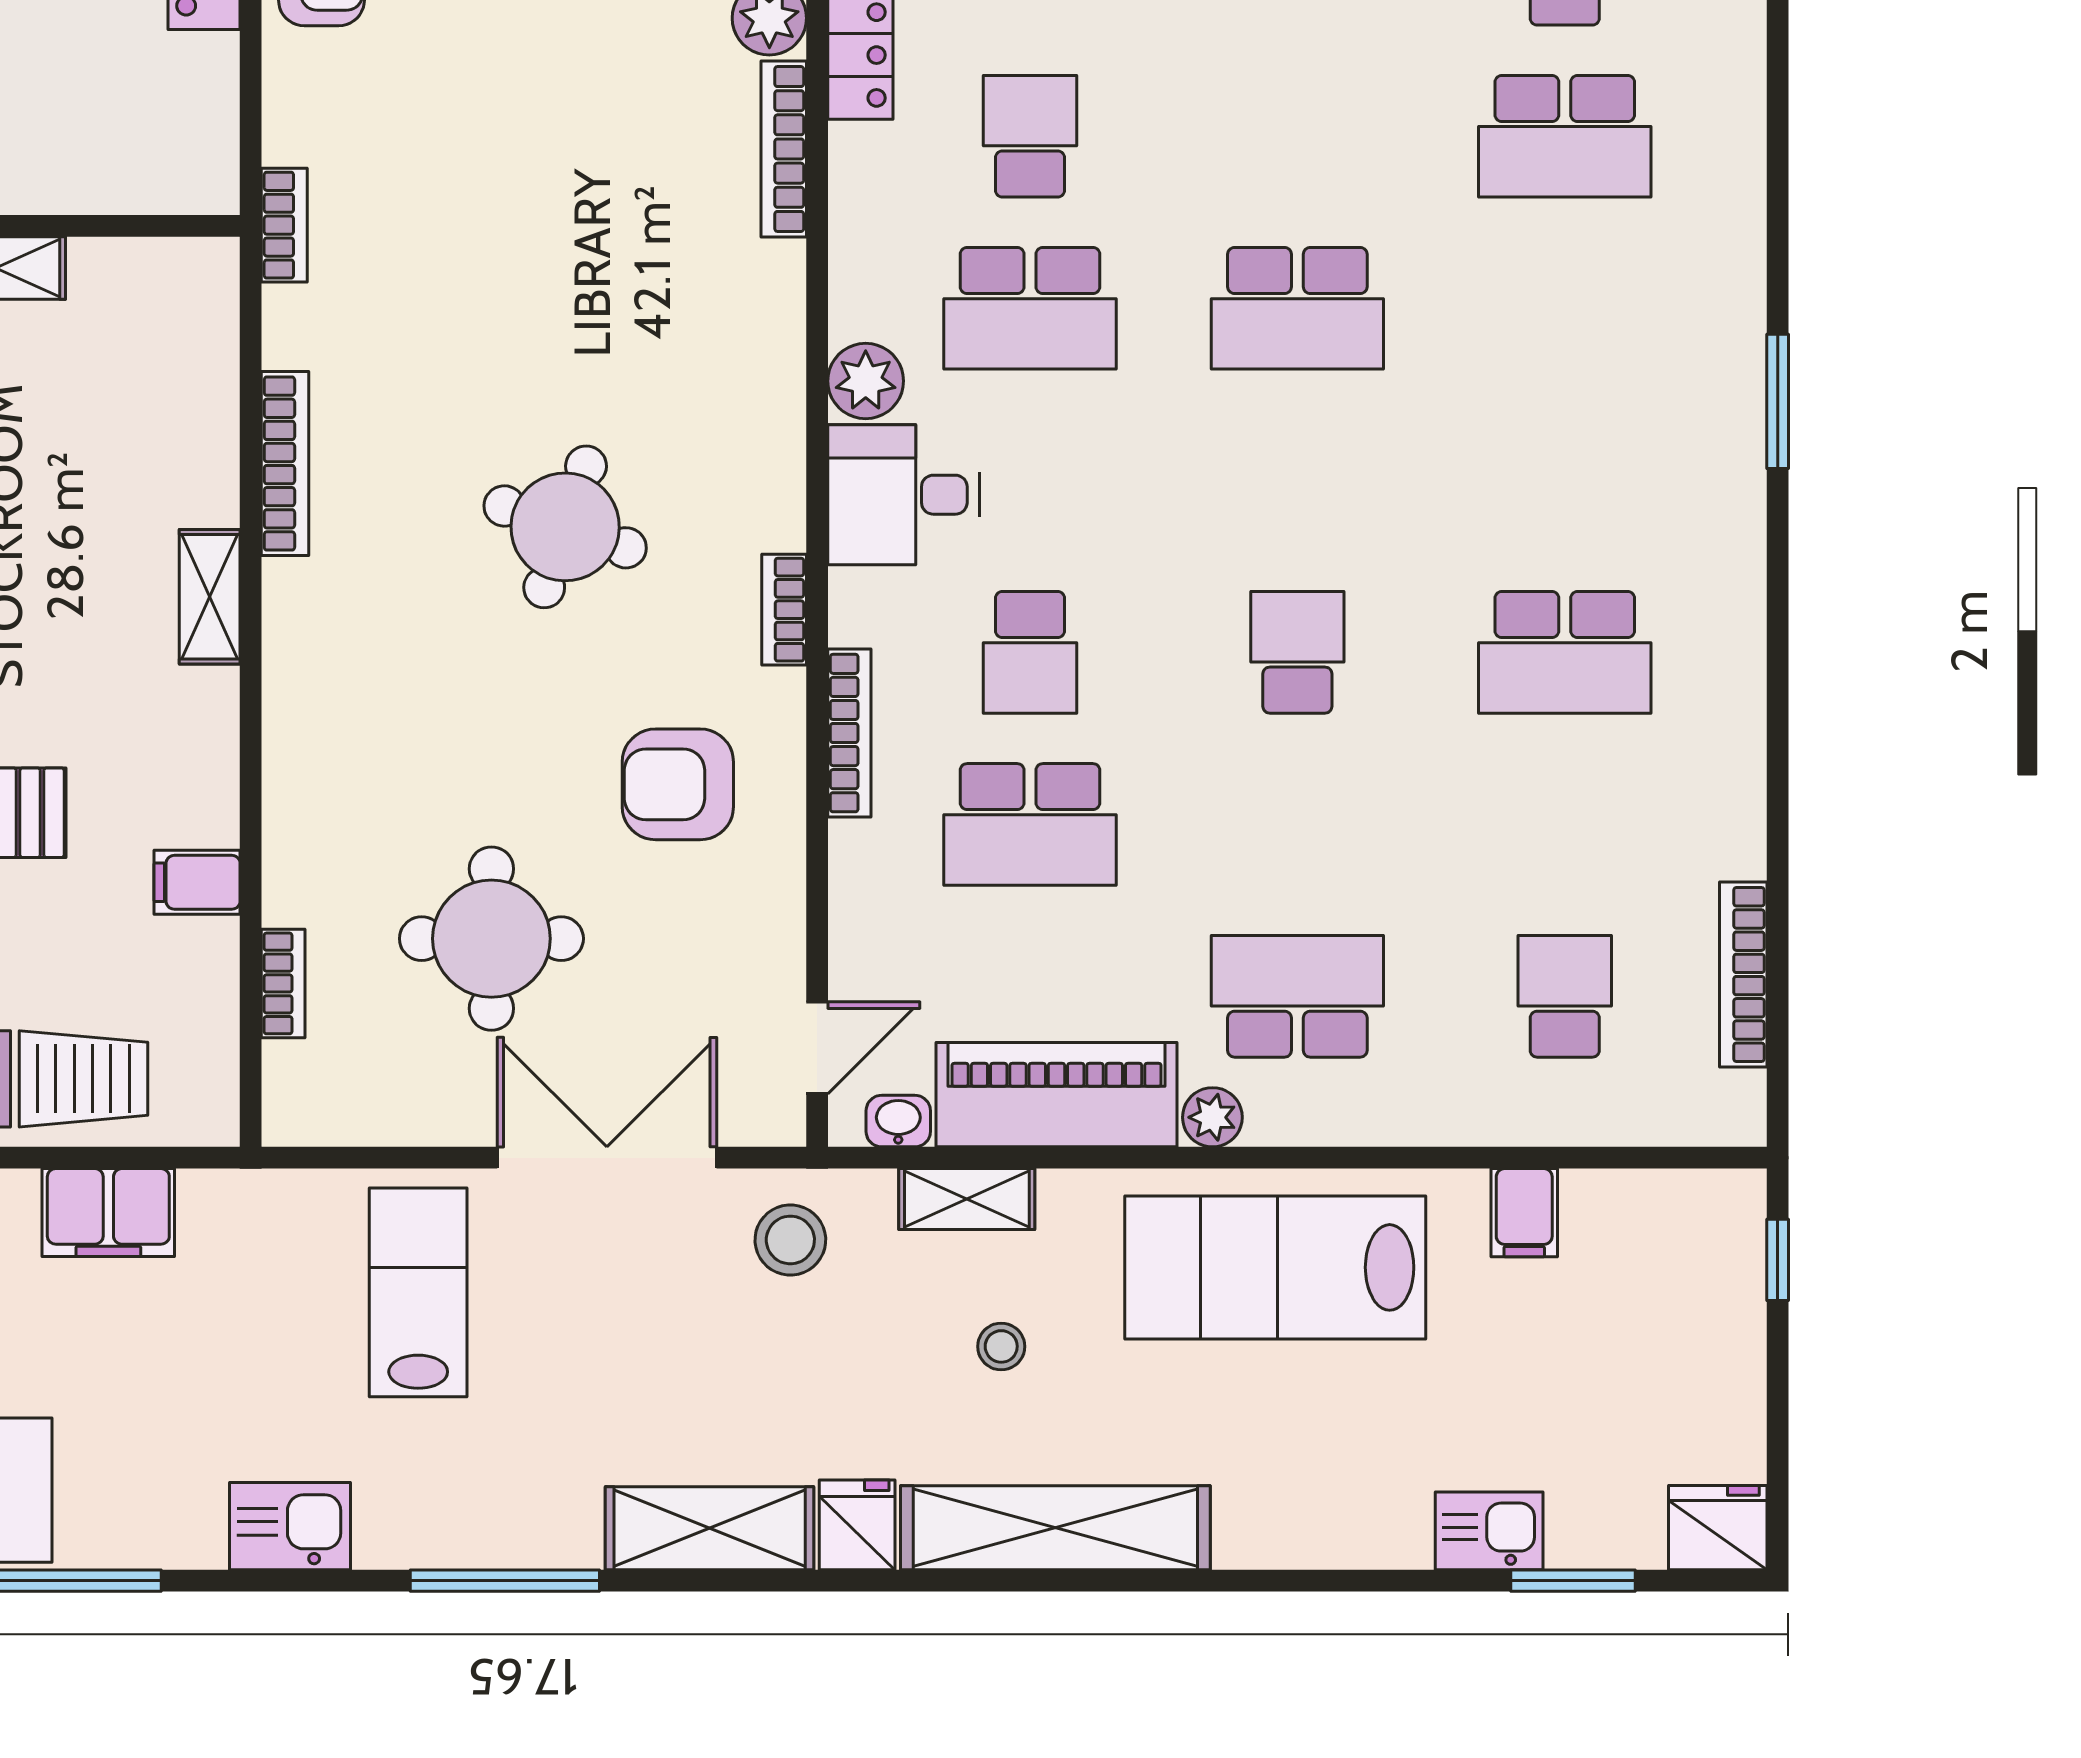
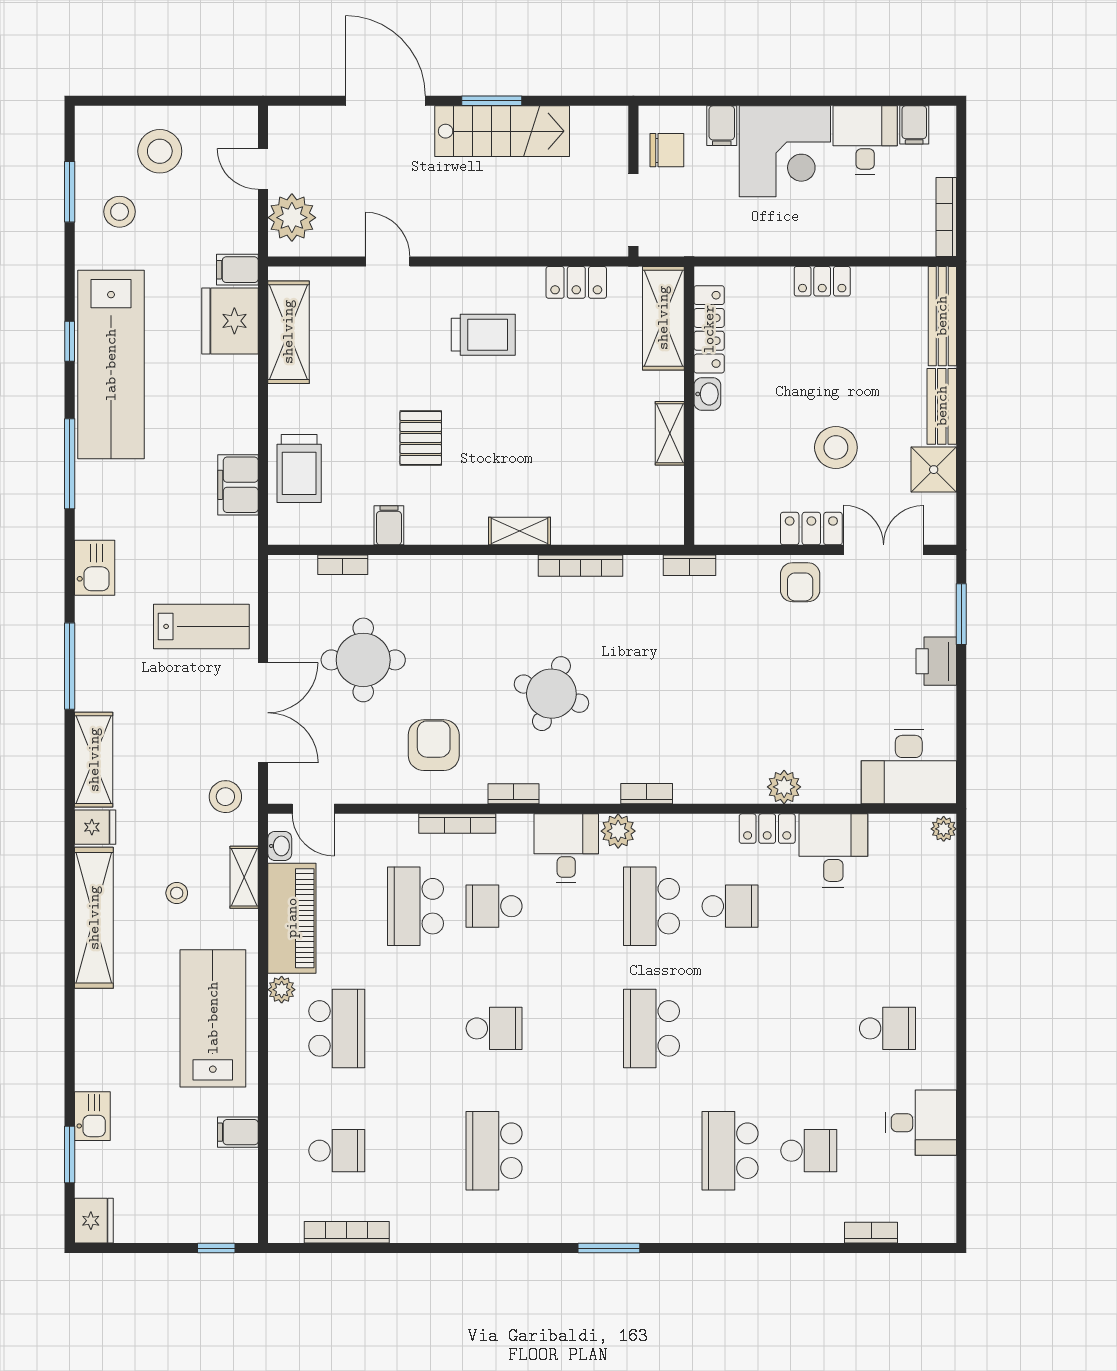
bookcase: (784, 149) -> (647, 794), moved, width x0.64

